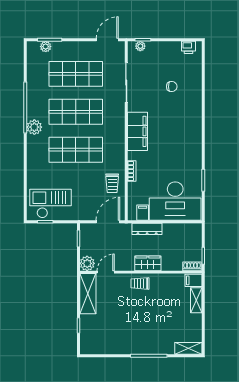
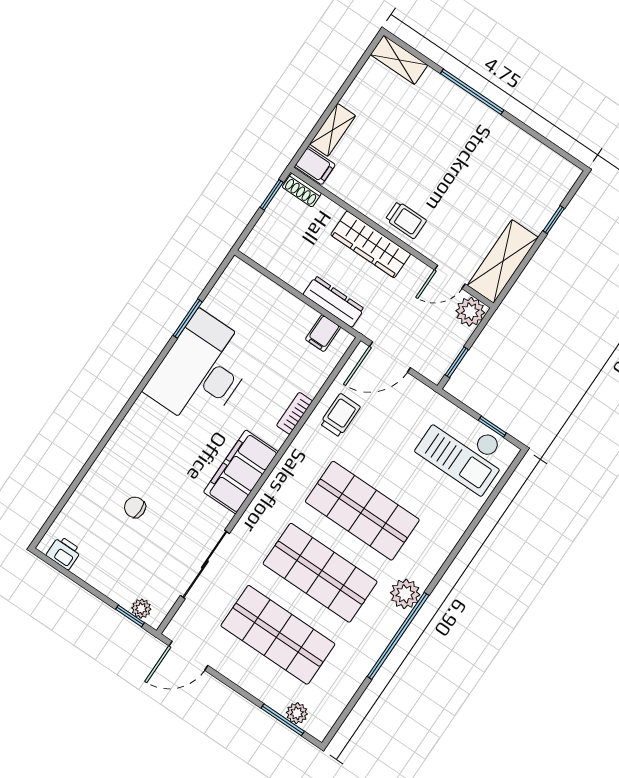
desk: (175, 201) -> (202, 371), moved, turned -90
wardrobe: (148, 263) -> (371, 244), width x1.50

